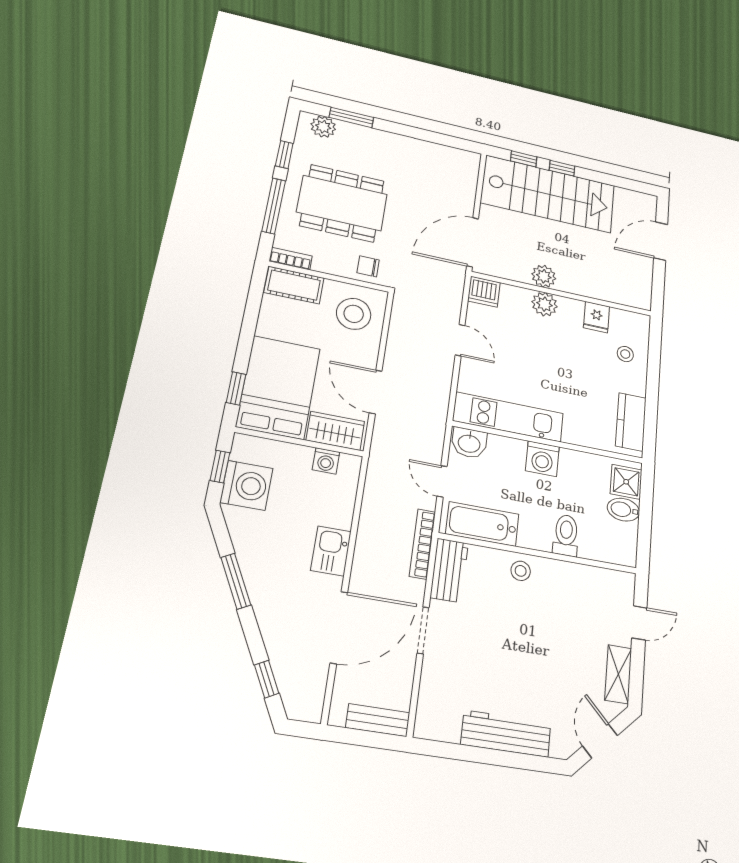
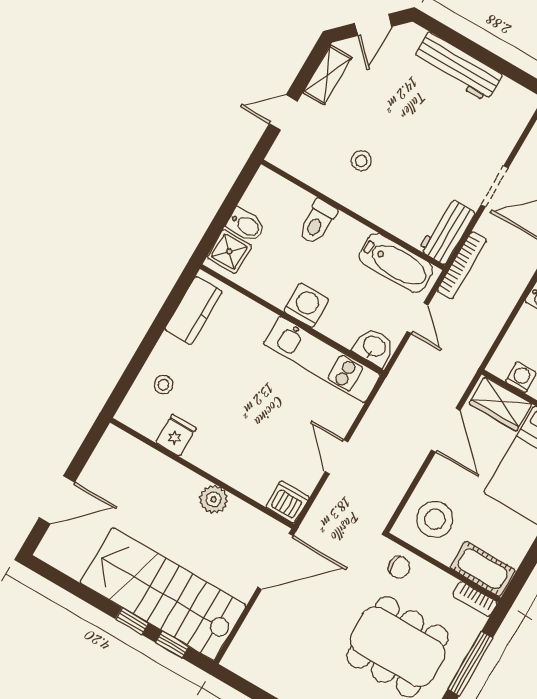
plant: (545, 304) -> (227, 468), removed
stool: (521, 571) -> (361, 161), moved

